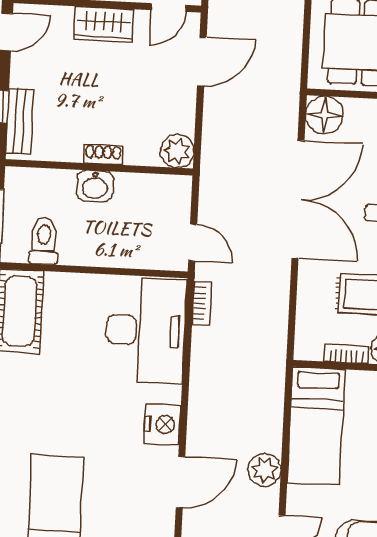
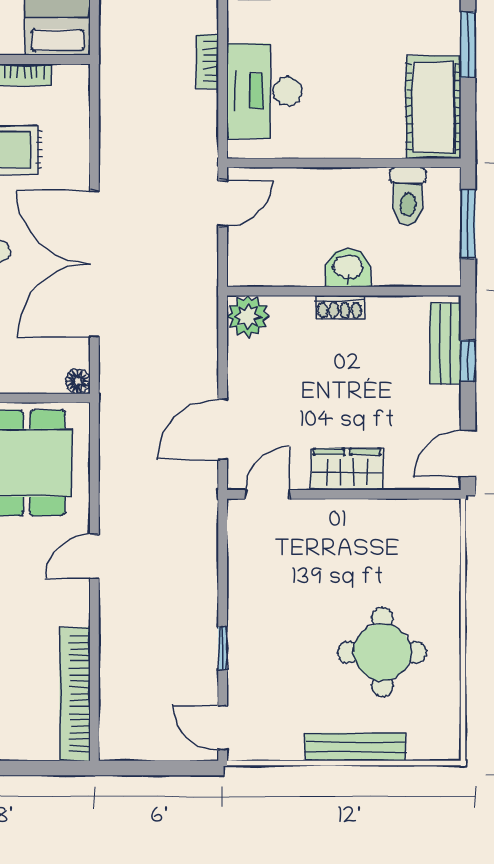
floor lamp: (325, 115) -> (78, 381), width x0.53, depth x0.53
door: (193, 243) -> (223, 203), swing flipped
bookcase: (202, 303) -> (208, 62), moved
desk: (146, 331) -> (264, 91), width x0.73, depth x0.77

